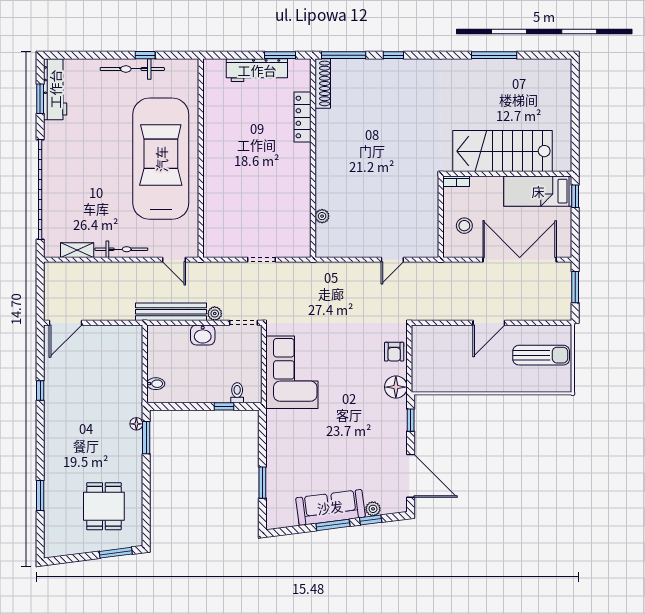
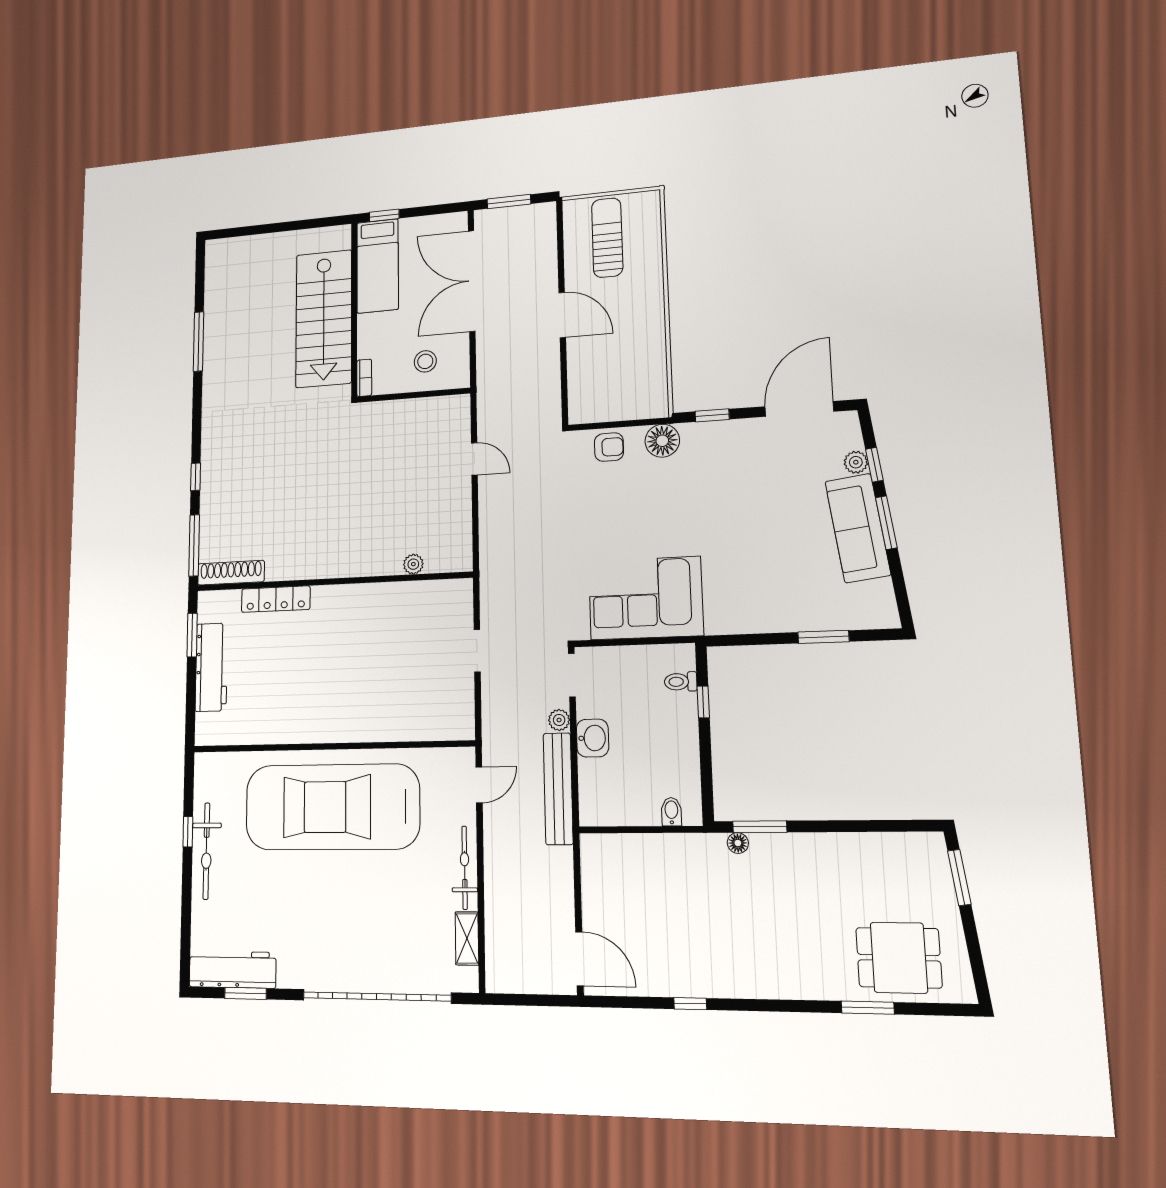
dining table: (104, 506) -> (899, 958), moved

